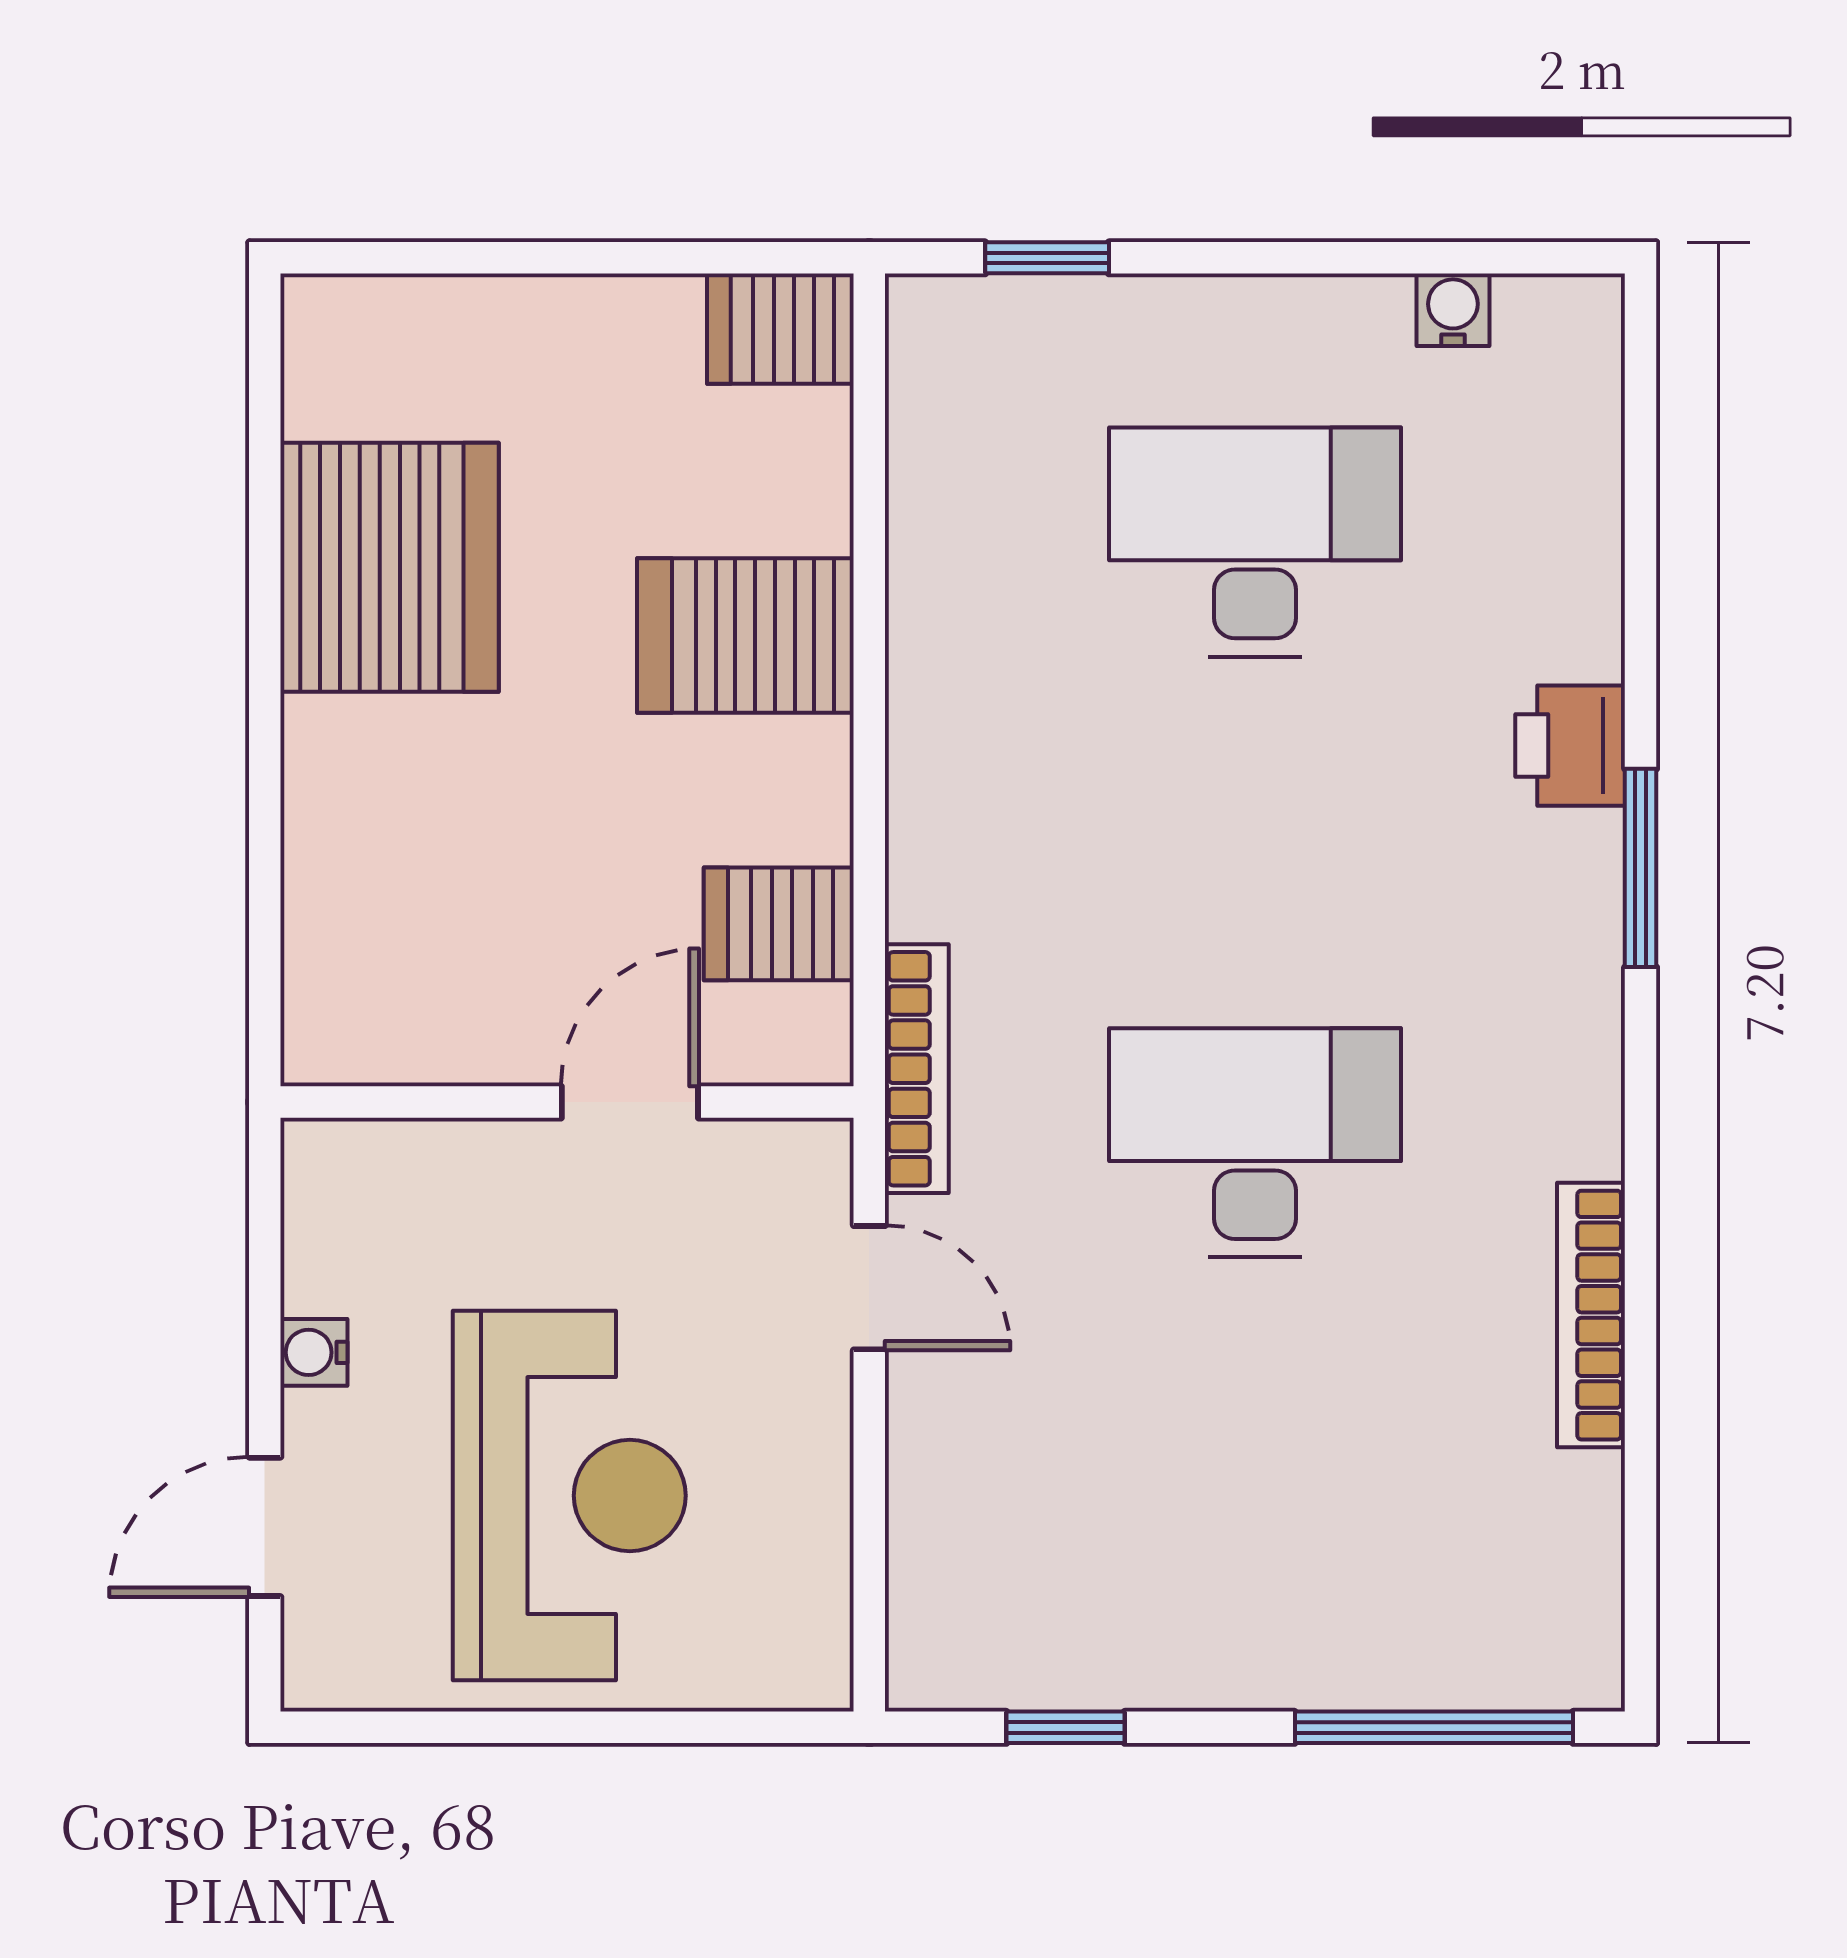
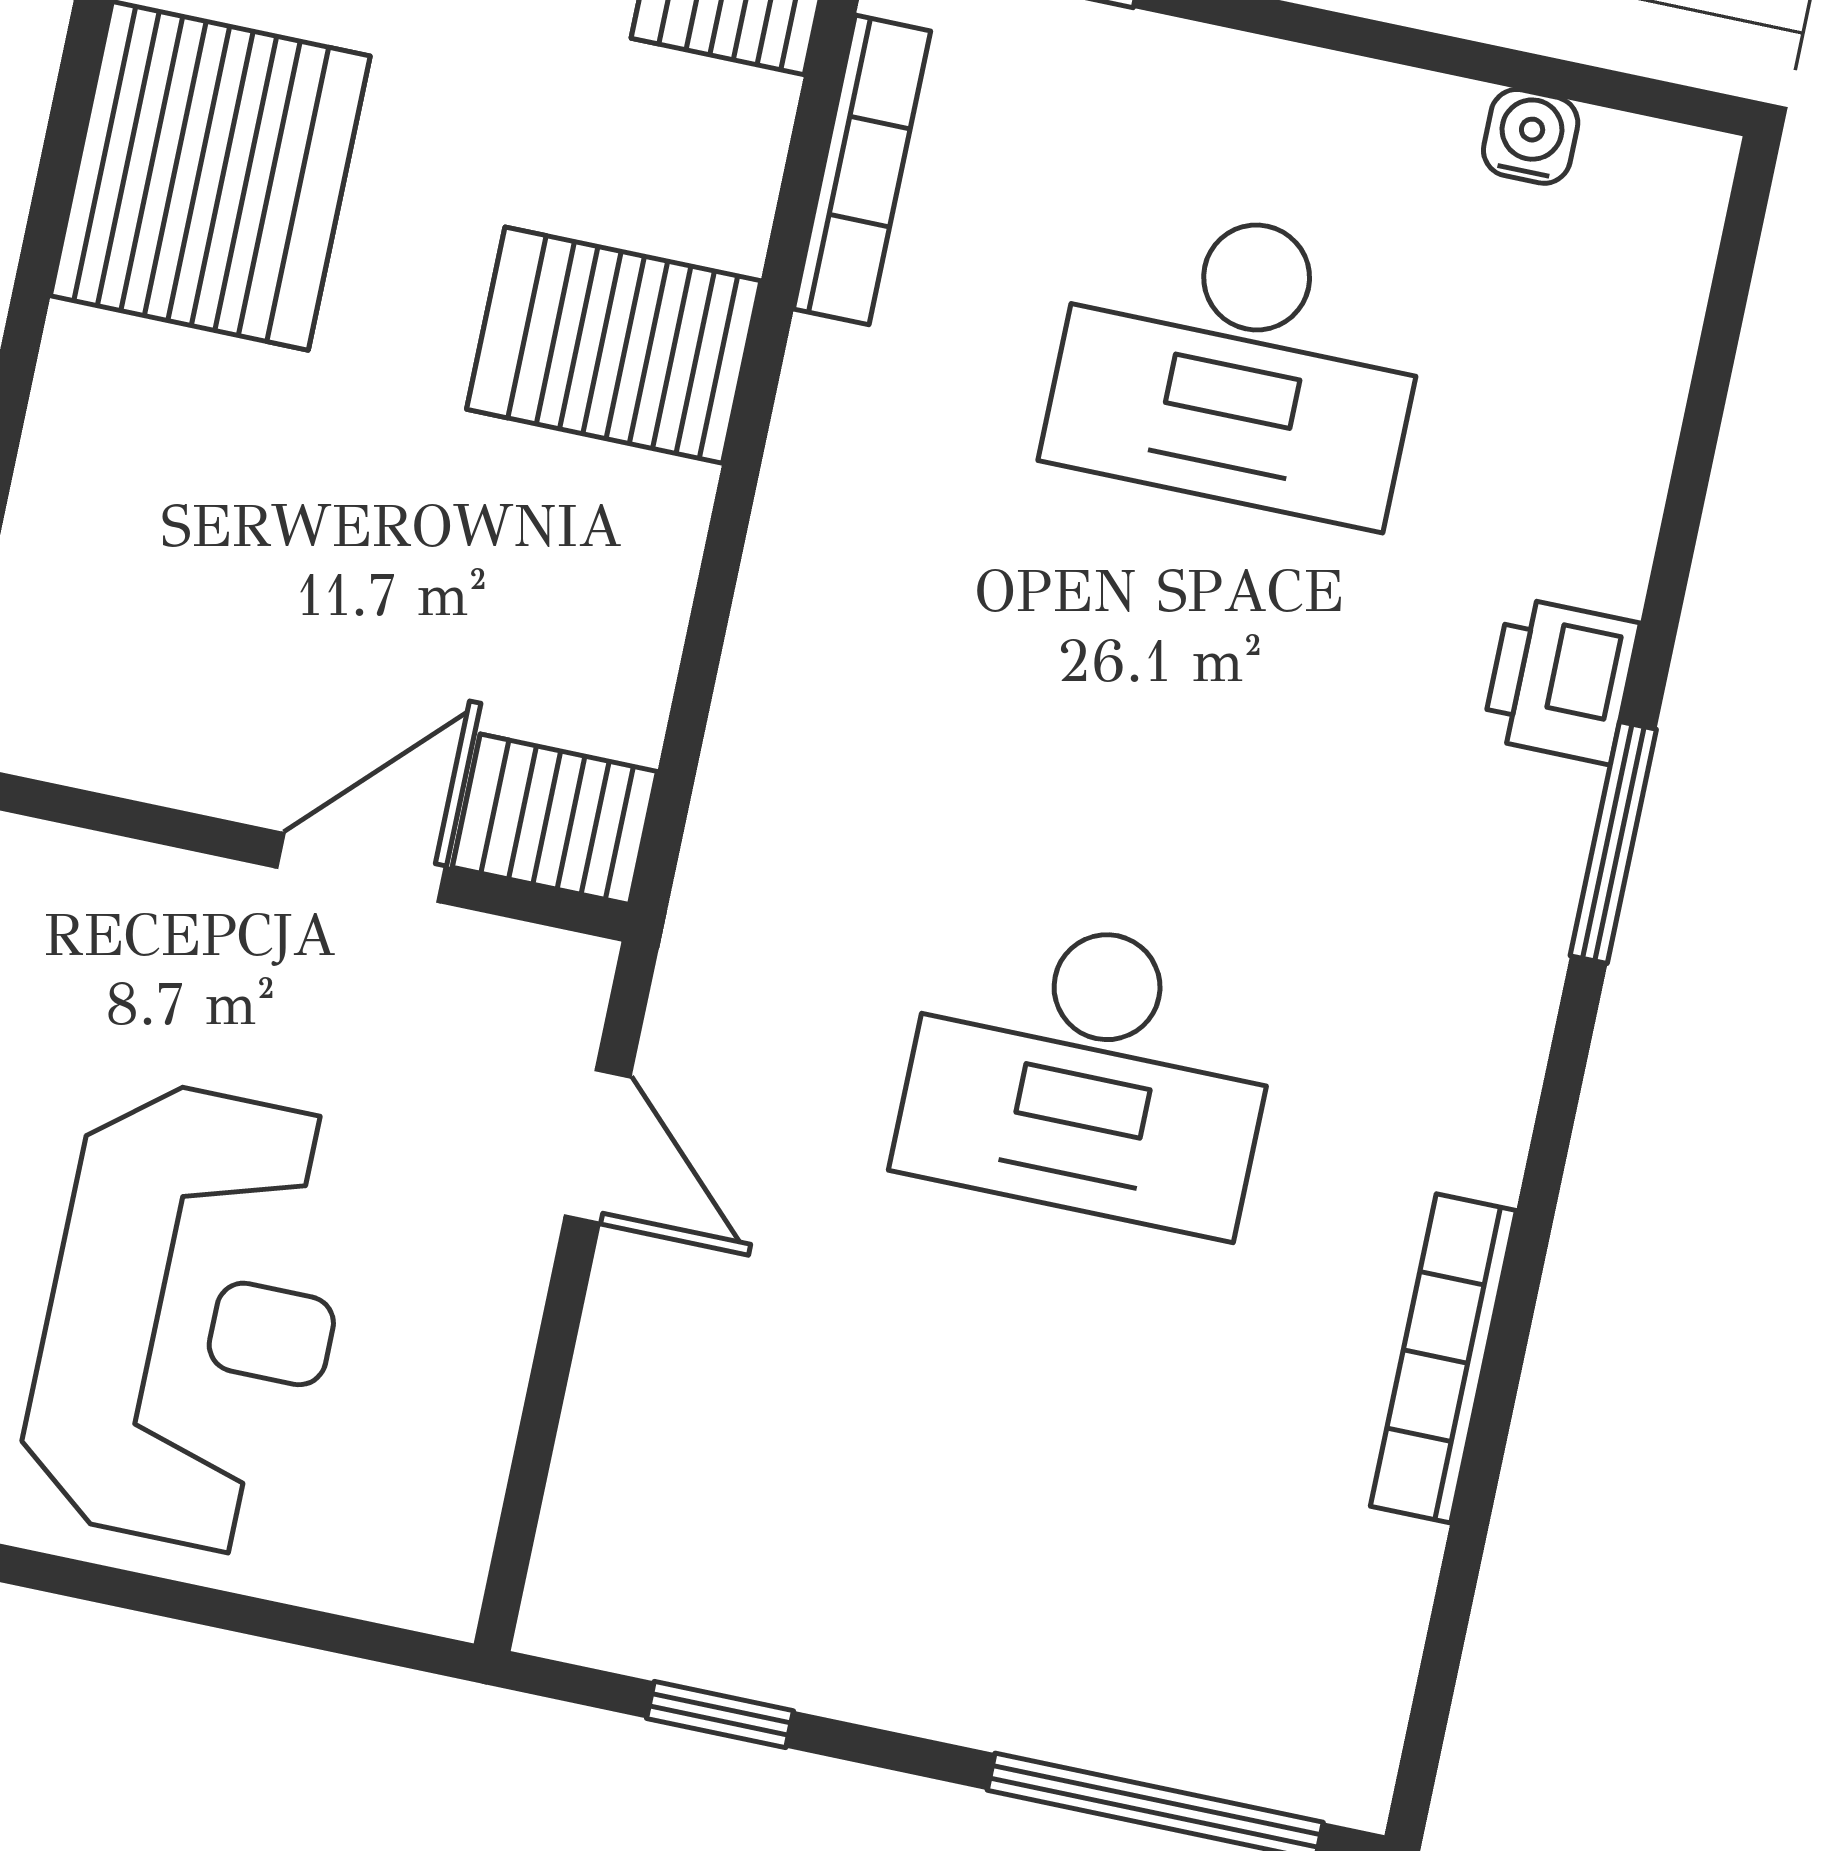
desk: (1255, 542) -> (1239, 361), turned 180
server rack: (779, 924) -> (555, 819), moved
bookcase: (917, 1069) -> (862, 170), moved
desk: (1255, 1143) -> (1089, 1071), turned 180

